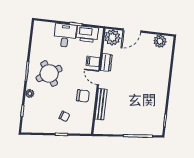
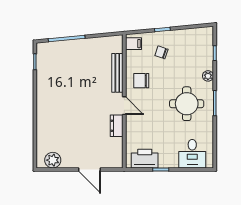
door: (132, 31) -> (89, 169), swing flipped
desk: (65, 35) -> (192, 154), moved
plant: (112, 37) -> (113, 158), removed
filing cabinet: (93, 61) -> (133, 44), moved
round table: (49, 73) -> (187, 104), turned 33

